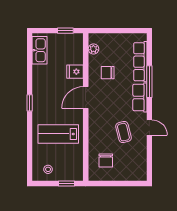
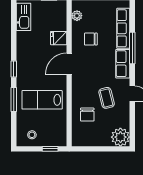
window: (30, 134) -> (14, 99), added
chair: (106, 160) -> (87, 115), moved
plant: (138, 172) -> (120, 137), added

